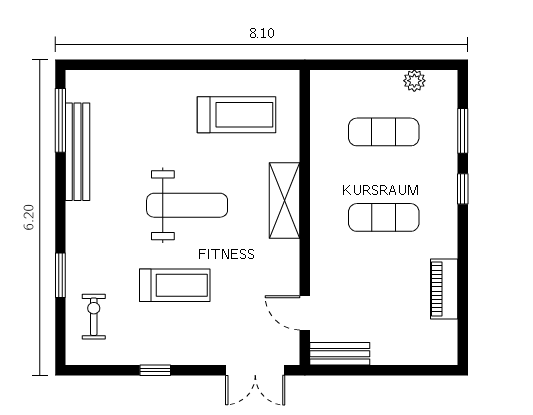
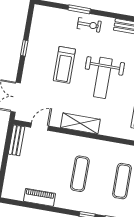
shelving: (285, 200) -> (80, 123), moved
exercise bike: (94, 317) -> (89, 25), moved

